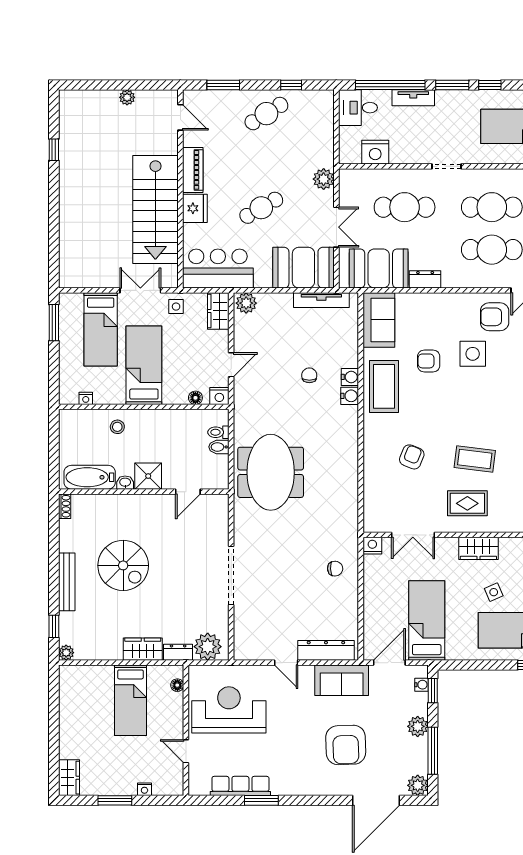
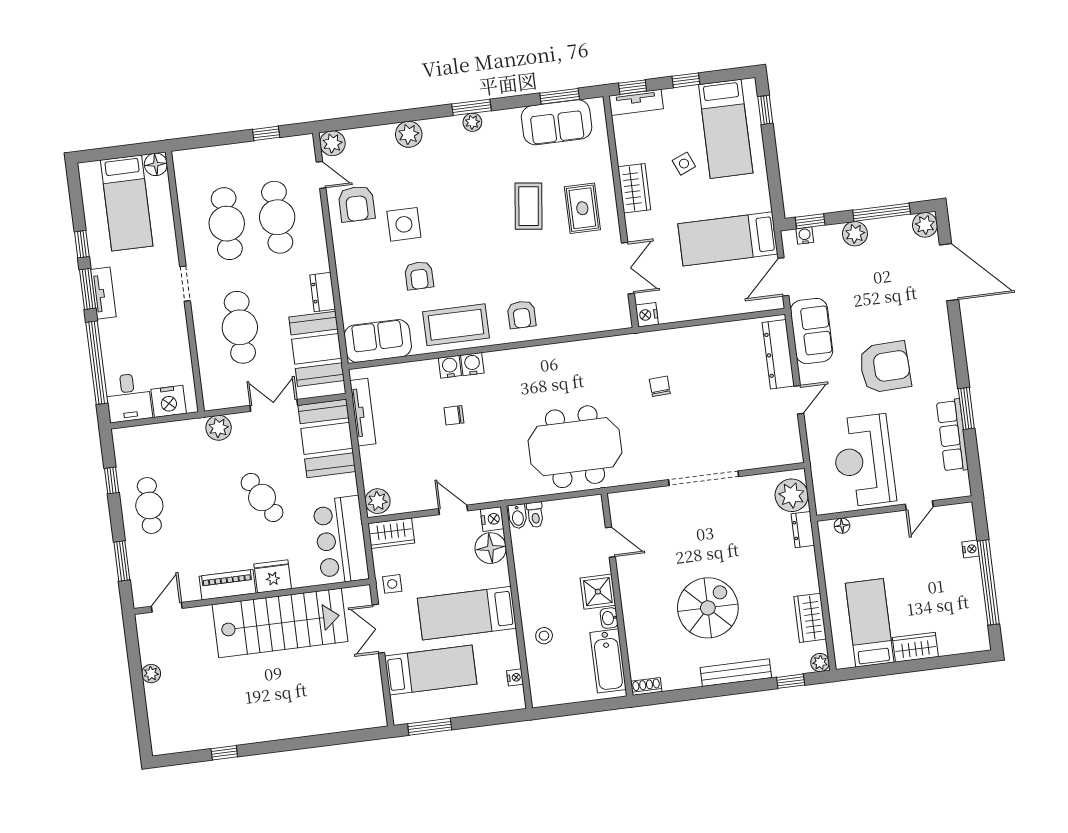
tv unit: (413, 98) -> (103, 293), moved
cafe table: (266, 114) -> (149, 505), turned 32
nightstand: (375, 152) -> (169, 401), moved, turned 90
floor lamp: (195, 398) -> (491, 548), width x1.89, depth x1.89
bidet: (219, 447) -> (518, 516), moved
armchair: (412, 457) -> (522, 315), moved, turned -112
chair: (335, 569) -> (660, 386), moved
wardrobe: (143, 649) -> (810, 618), moved
door: (389, 663) -> (783, 277), hinge flipped
bed: (130, 700) -> (870, 623), moved, turned -90
armchair: (346, 745) -> (885, 367), moved
wardrobe: (69, 778) -> (915, 647), moved
window: (115, 800) -> (988, 582), width x2.11

